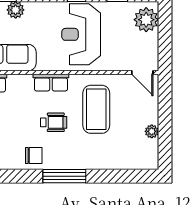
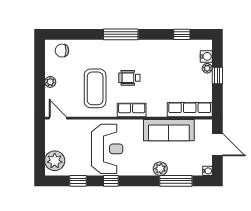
plant: (152, 131) -> (50, 82), moved
chair: (34, 156) -> (62, 51), moved

